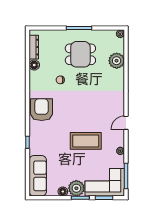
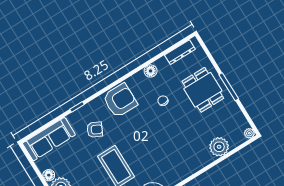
dining table: (80, 54) -> (203, 90), moved
floor lamp: (34, 65) -> (151, 71), moved
armchair: (51, 140) -> (95, 130), added

